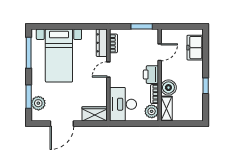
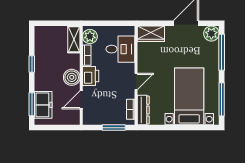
window: (142, 26) -> (114, 128), moved
window: (206, 48) -> (32, 104), added
boiler: (168, 88) -> (72, 77), moved
window: (29, 97) -> (222, 52), width x1.44
plant: (38, 103) -> (211, 34), moved
desk: (123, 104) -> (120, 49), width x0.73

